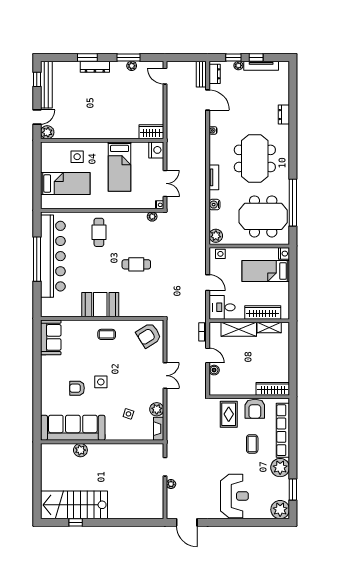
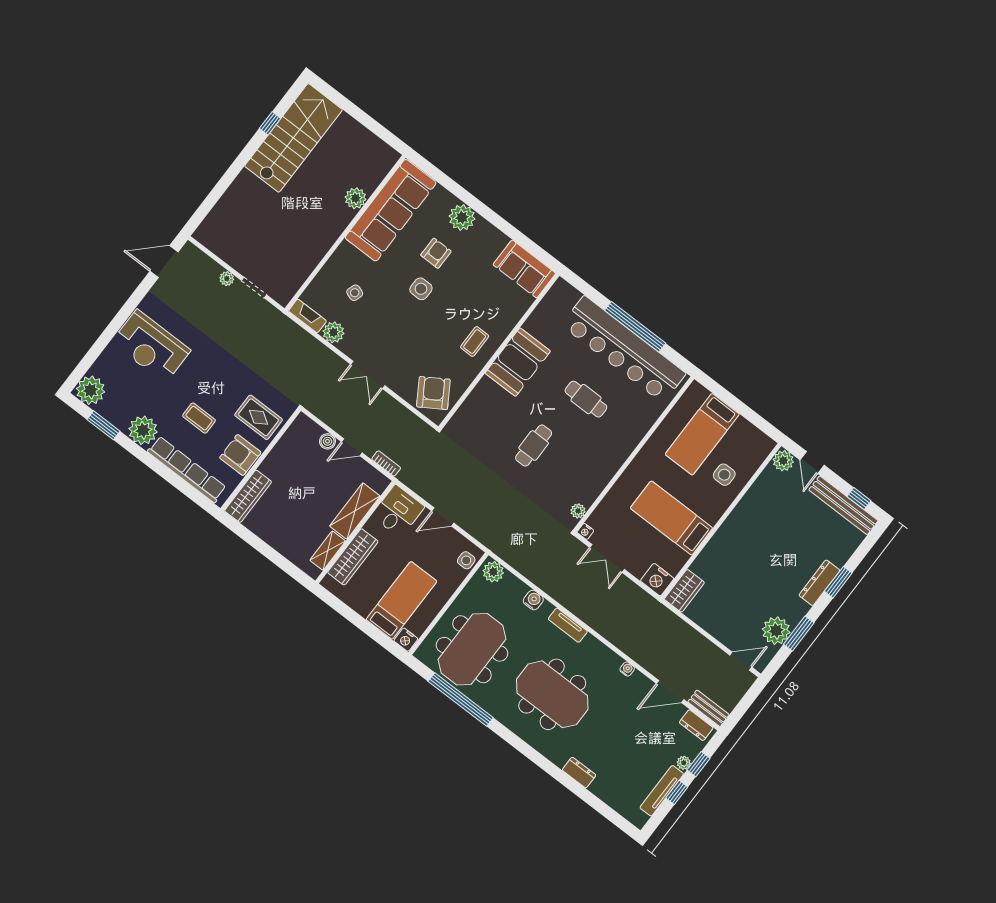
plant: (132, 66) -> (776, 631), width x1.88, depth x1.88
cafe table: (99, 232) -> (586, 399), moved
plant: (49, 389) -> (462, 218), added

